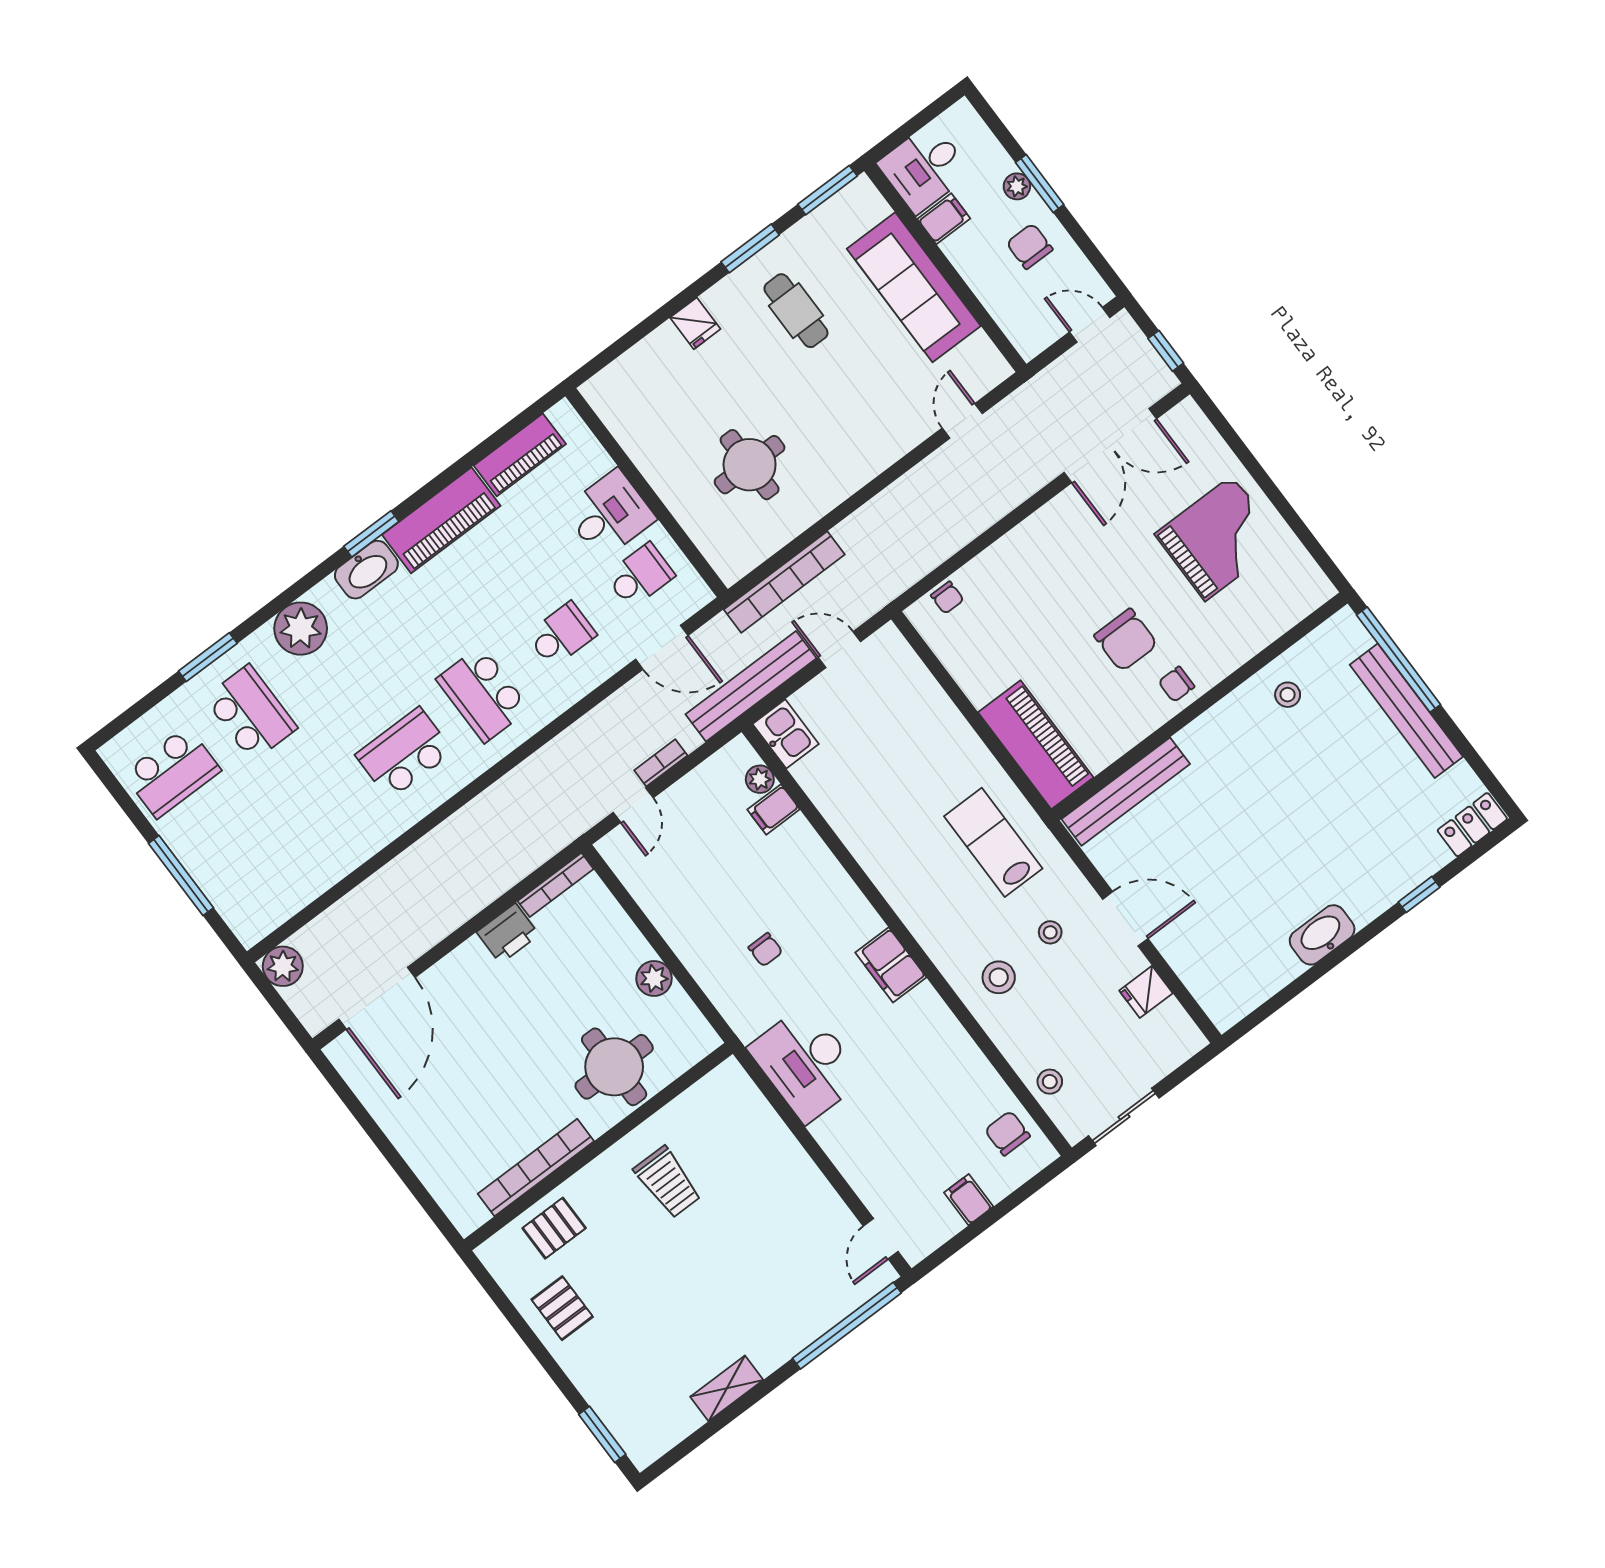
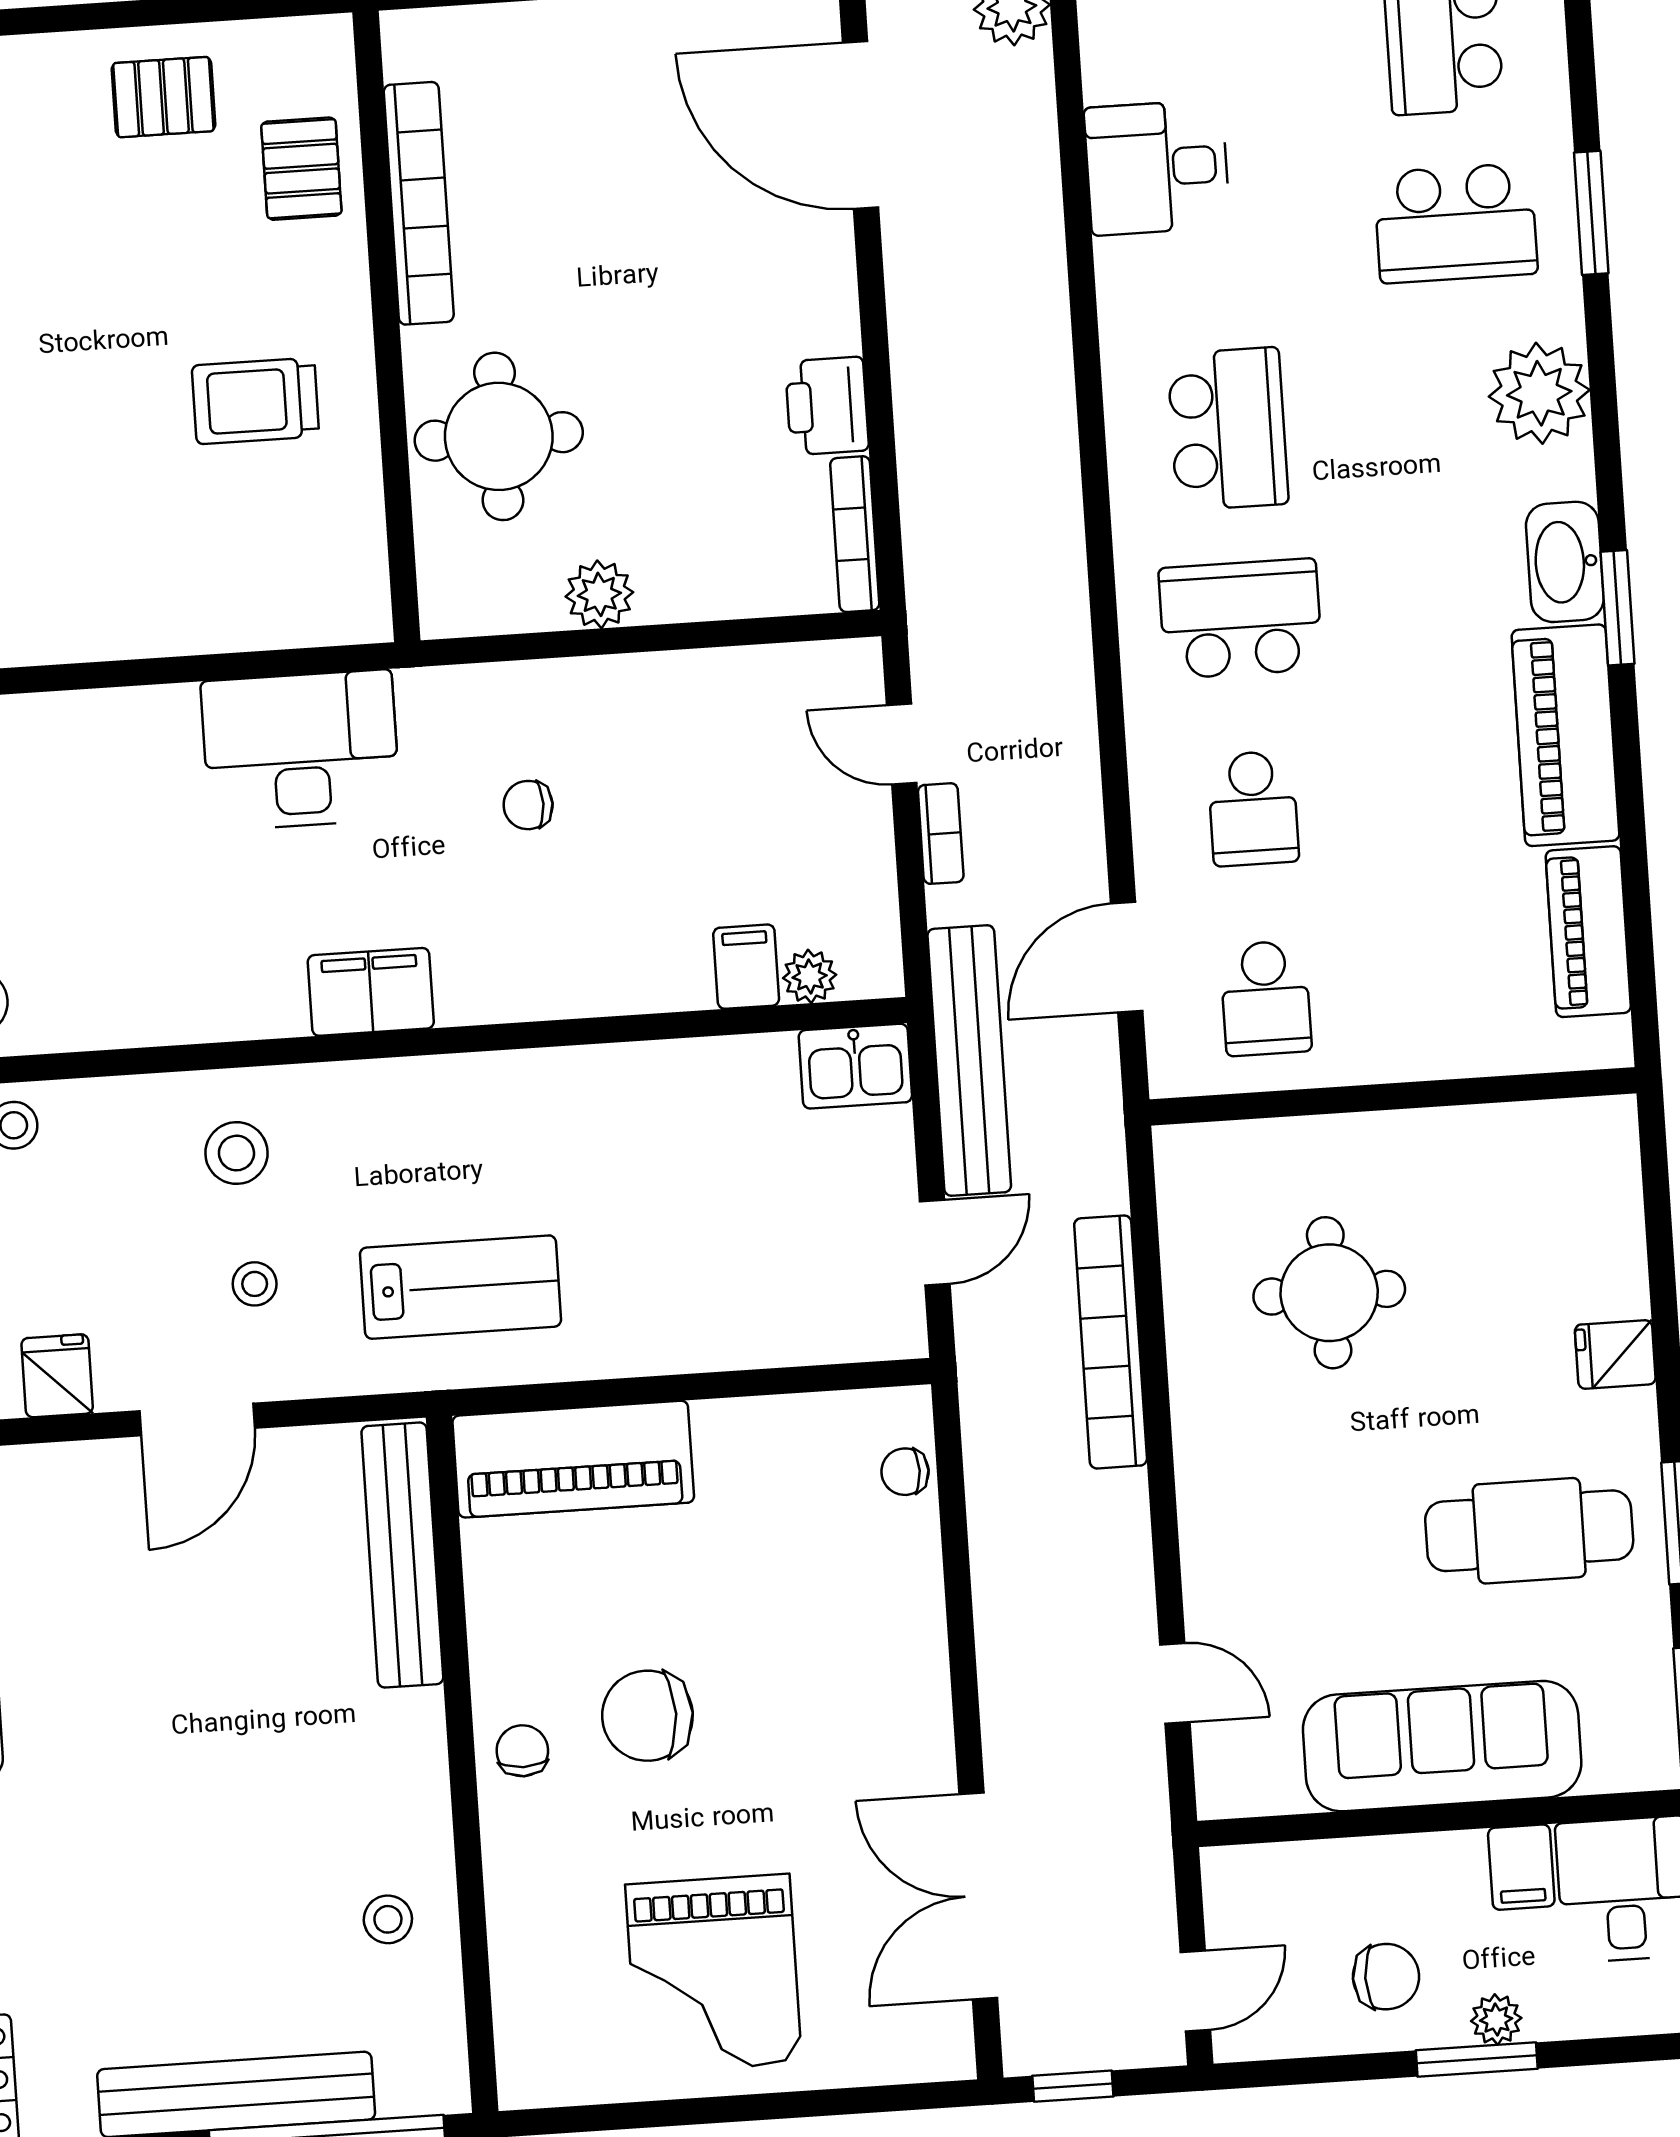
cafe table: (796, 311) -> (1529, 1531), width x1.37, depth x1.35
desk: (609, 514) -> (1157, 167), moved, turned 90
bookcase: (784, 582) -> (1111, 1342), moved

